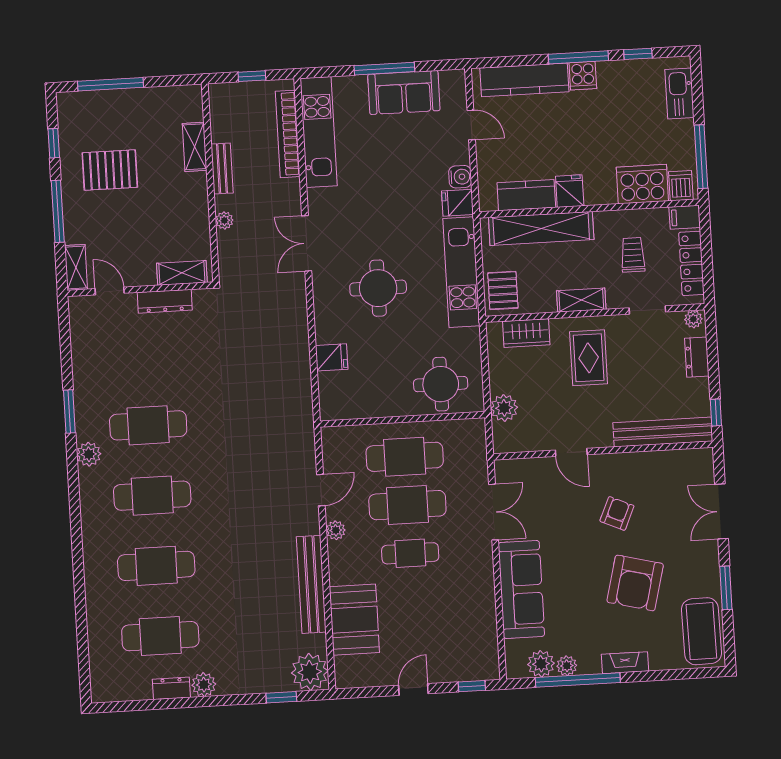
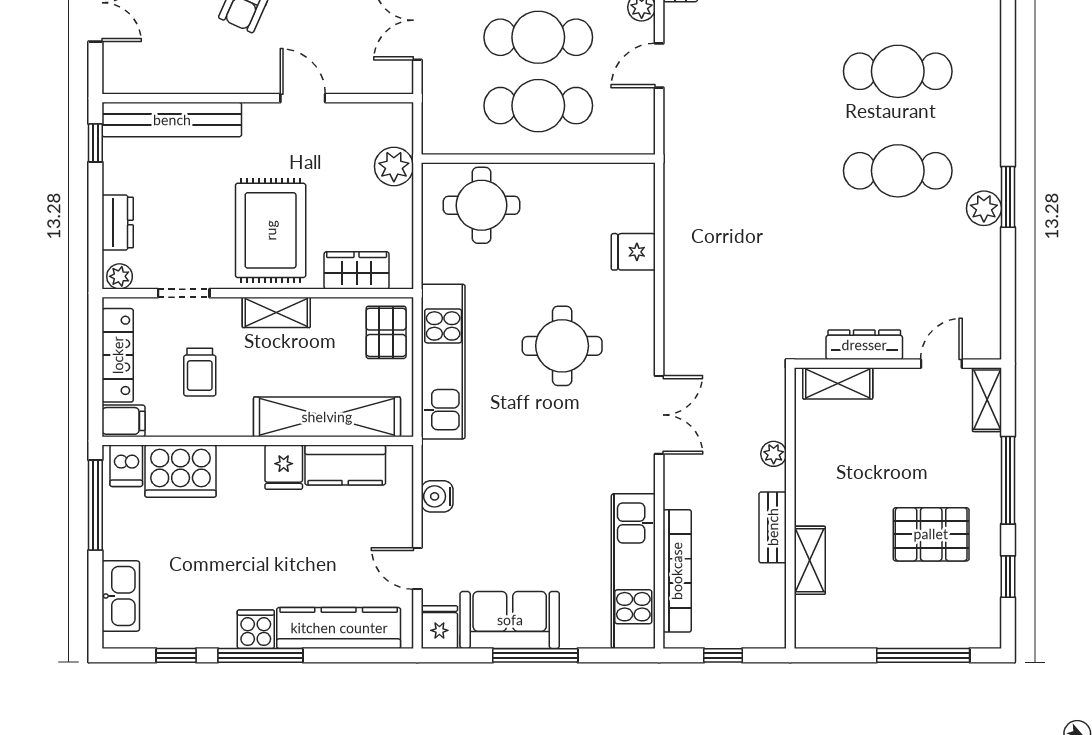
fridge: (458, 203) -> (439, 627), moved, turned -90
door: (110, 291) -> (941, 364), swing flipped
rug: (589, 358) -> (271, 230), width x1.36, depth x1.43
plant: (89, 454) -> (984, 208), moved

